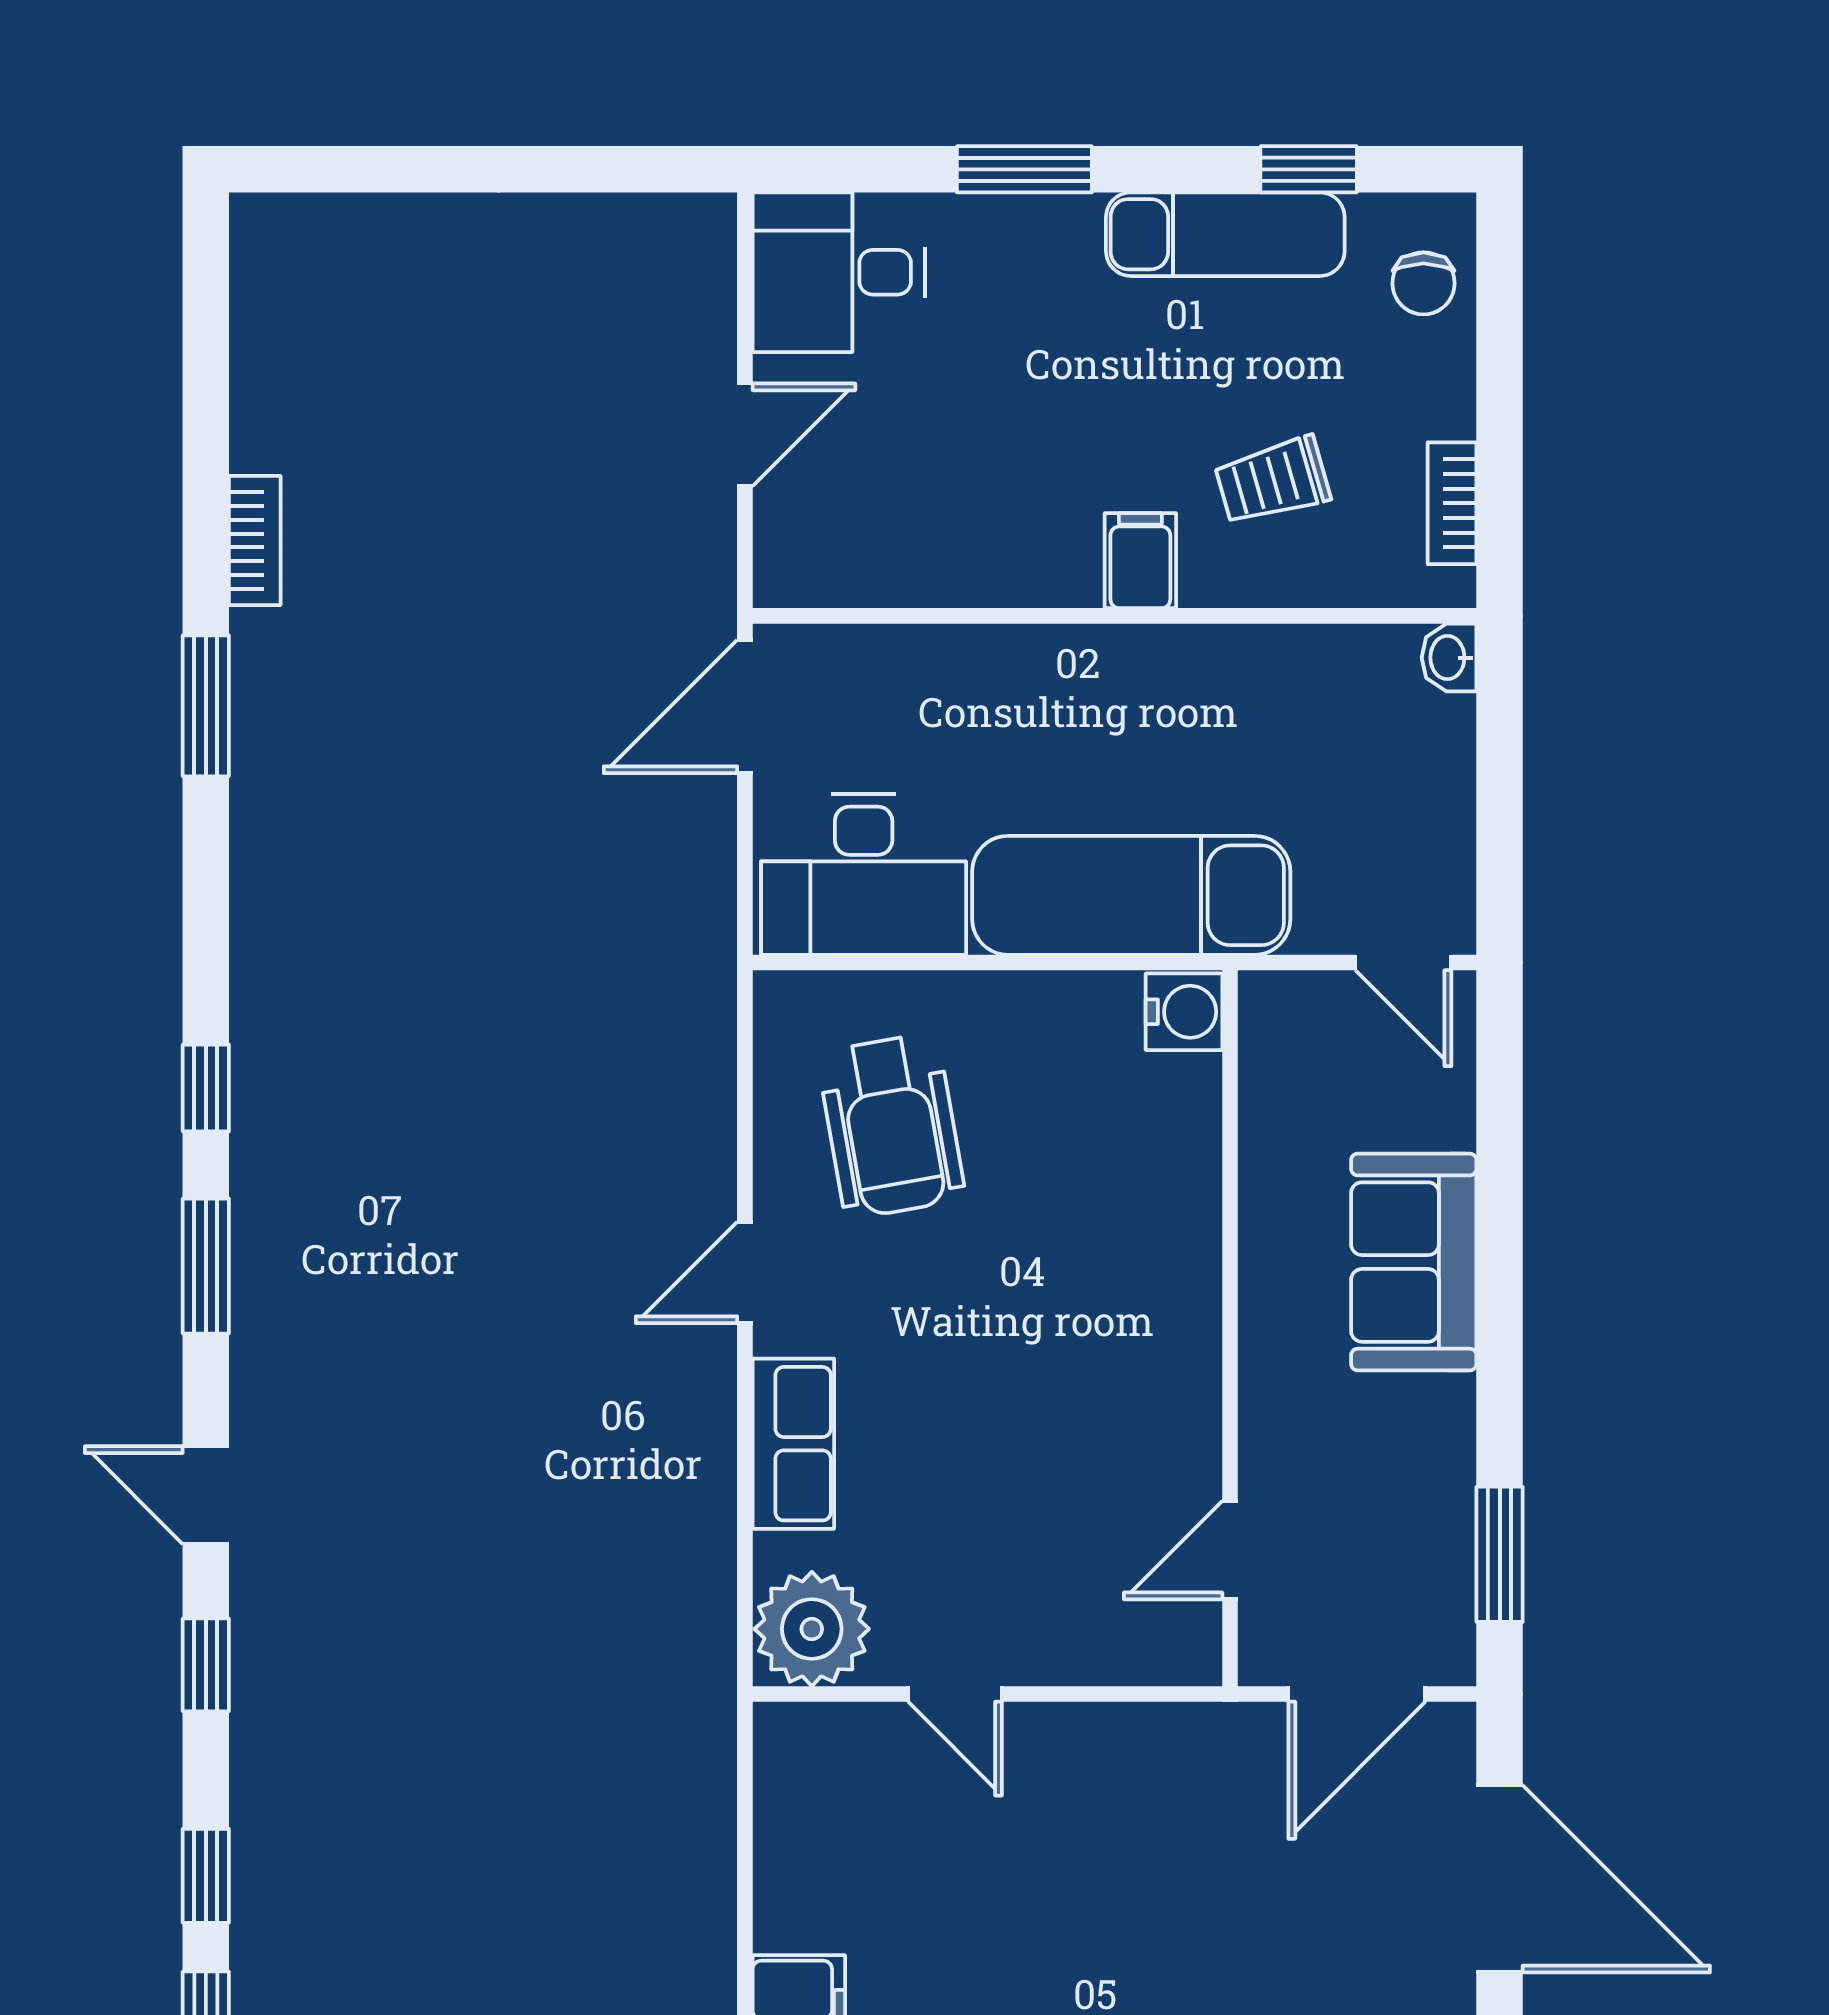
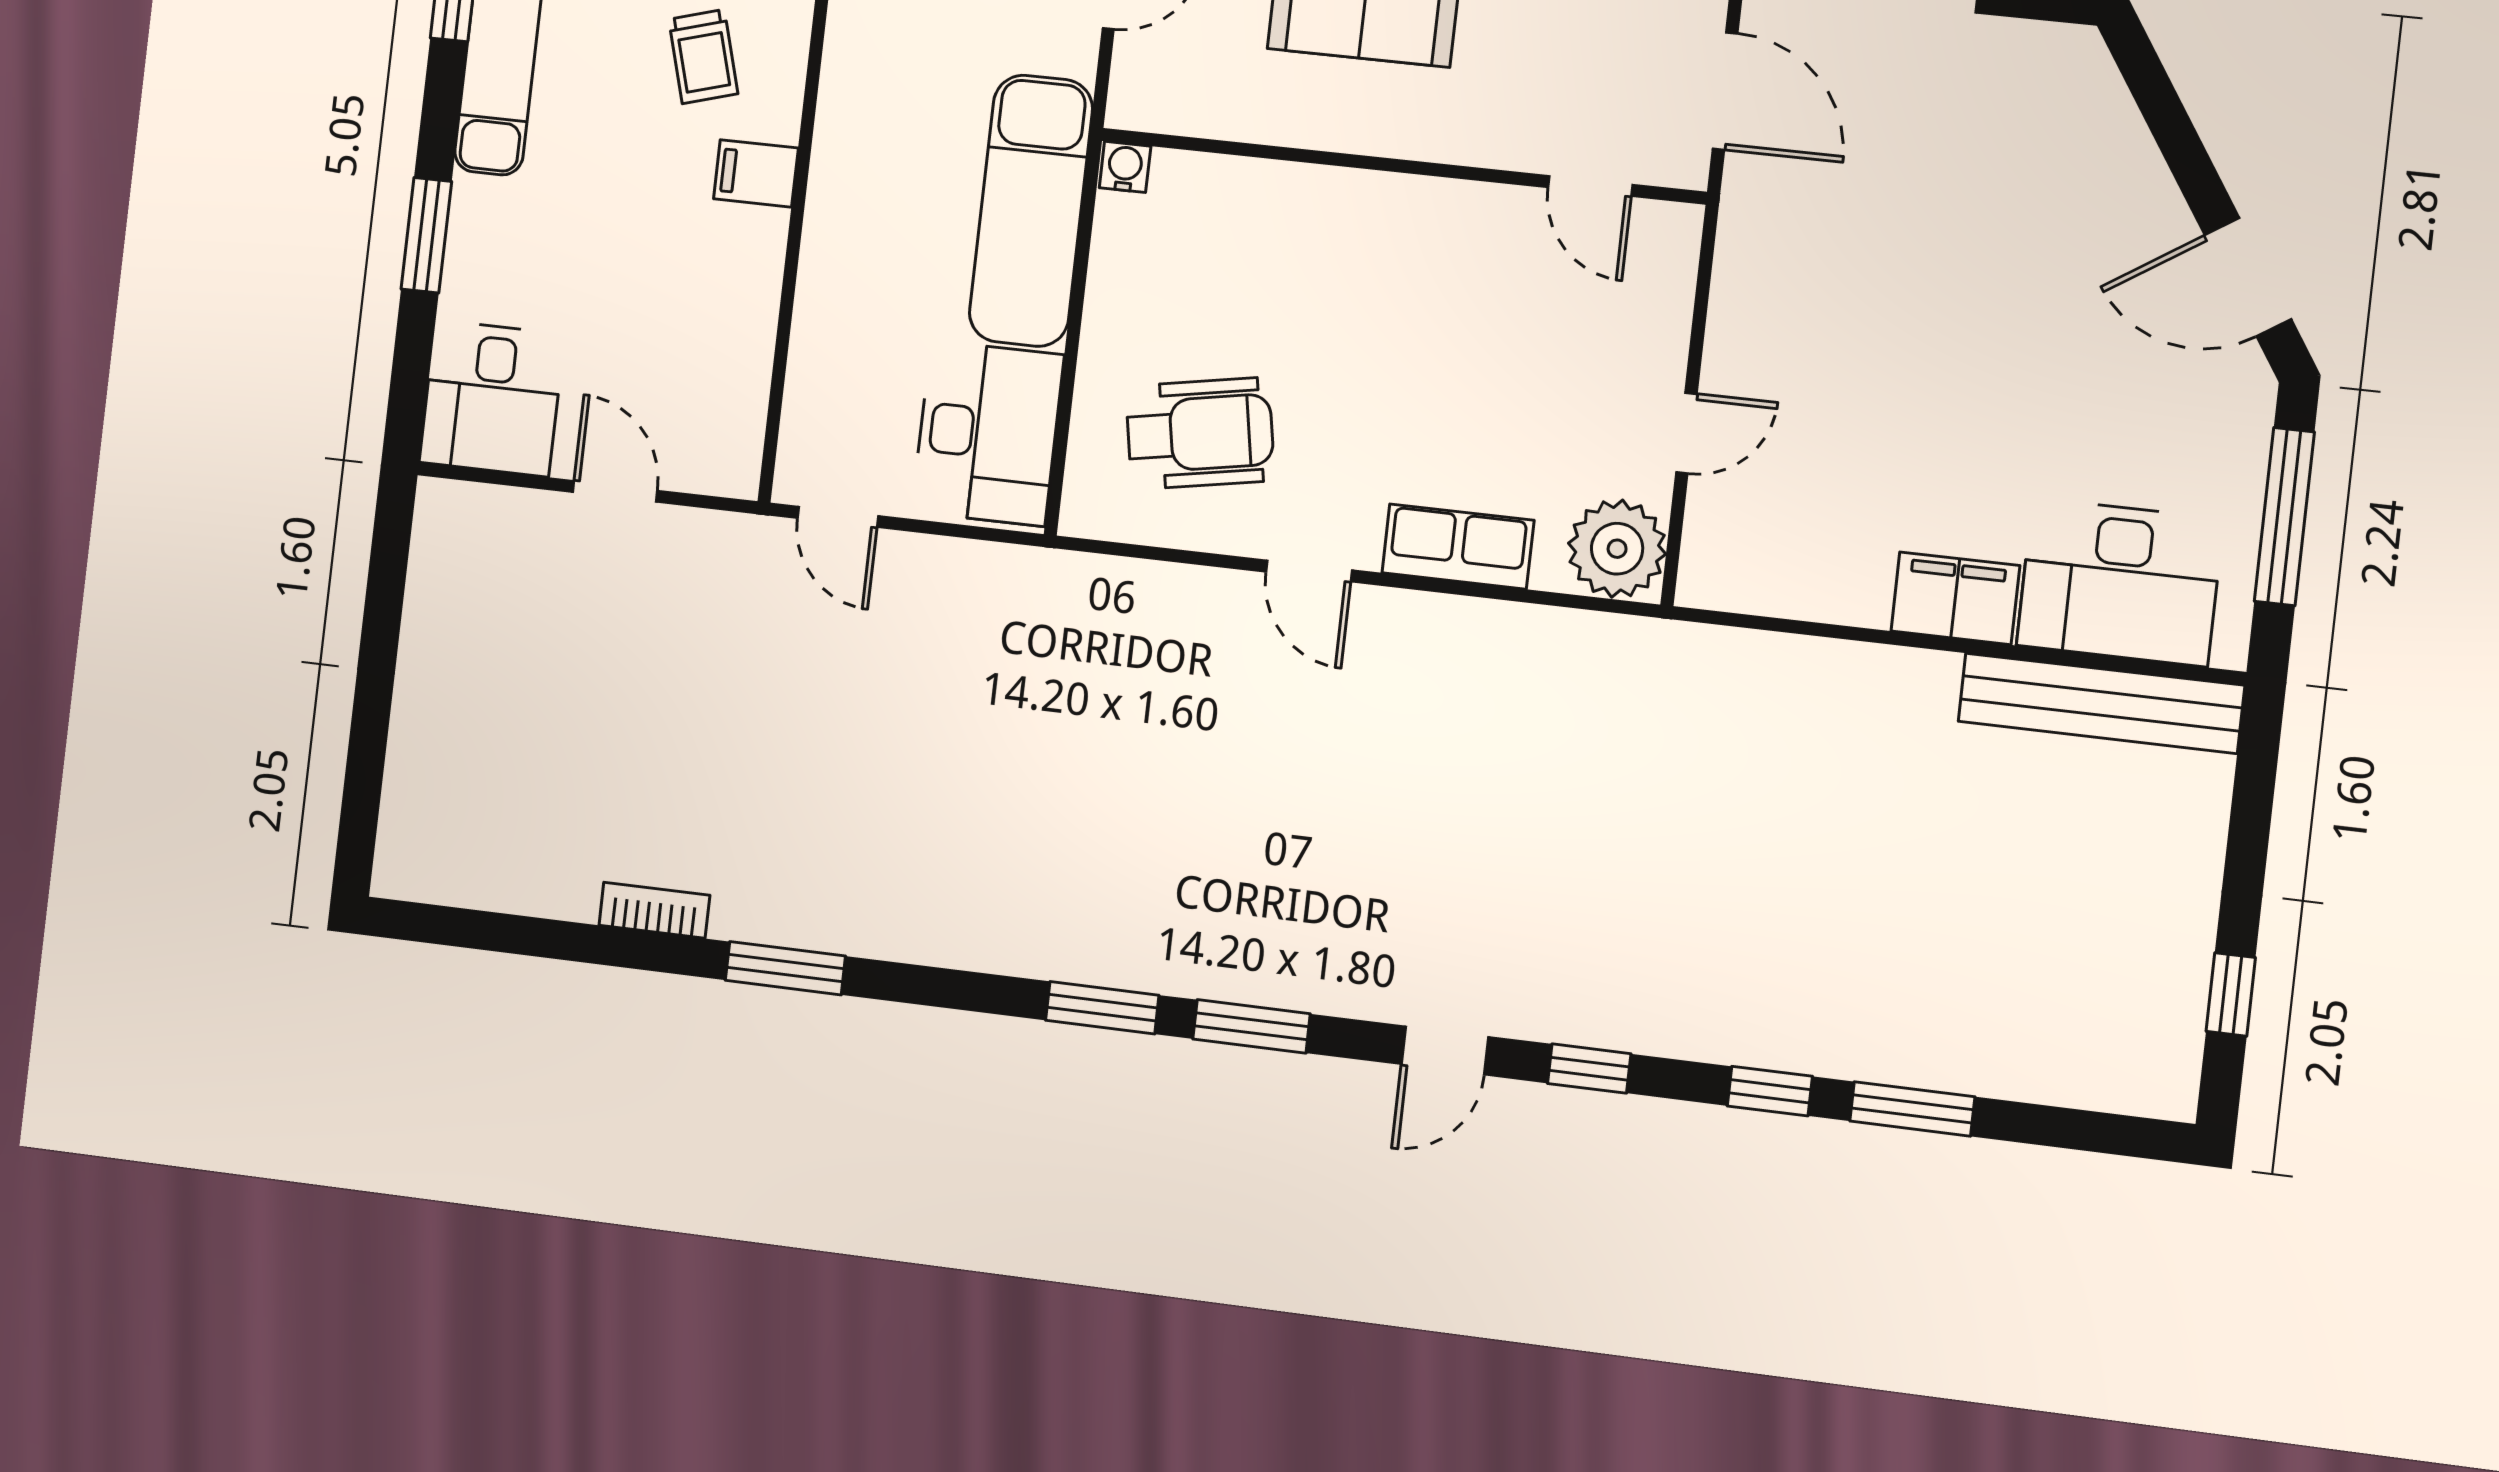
door: (745, 707) -> (838, 517), width x0.73
water cooler: (1184, 1012) -> (1125, 167), width x0.72, depth x0.72
window: (206, 1088) -> (1102, 1008), width x1.50

